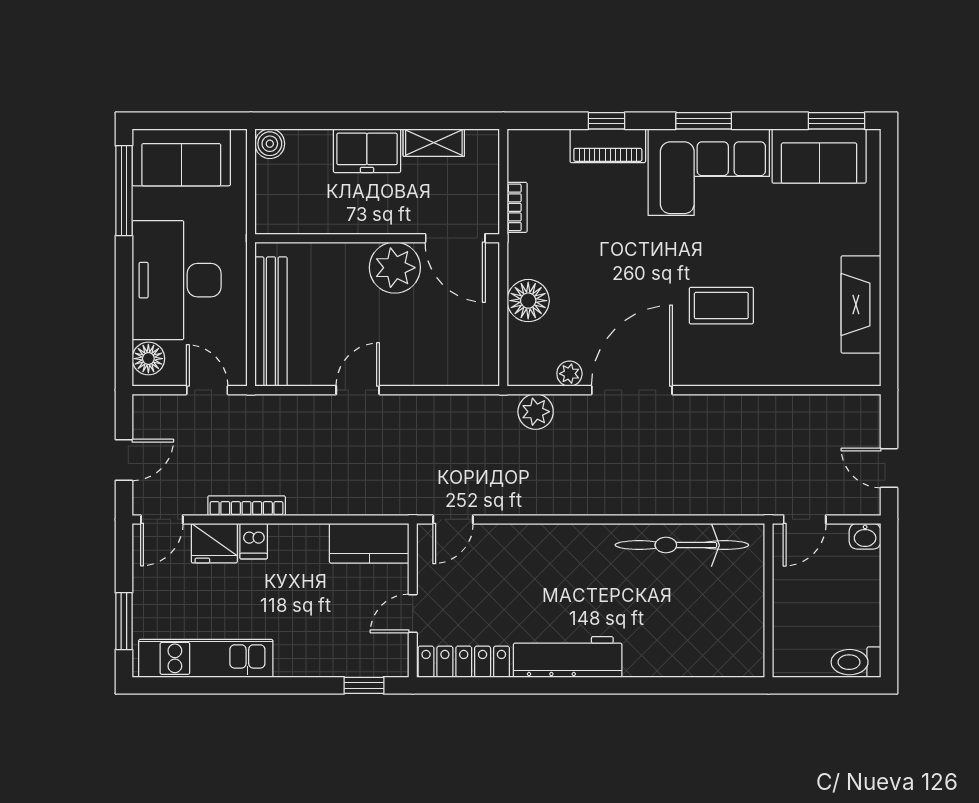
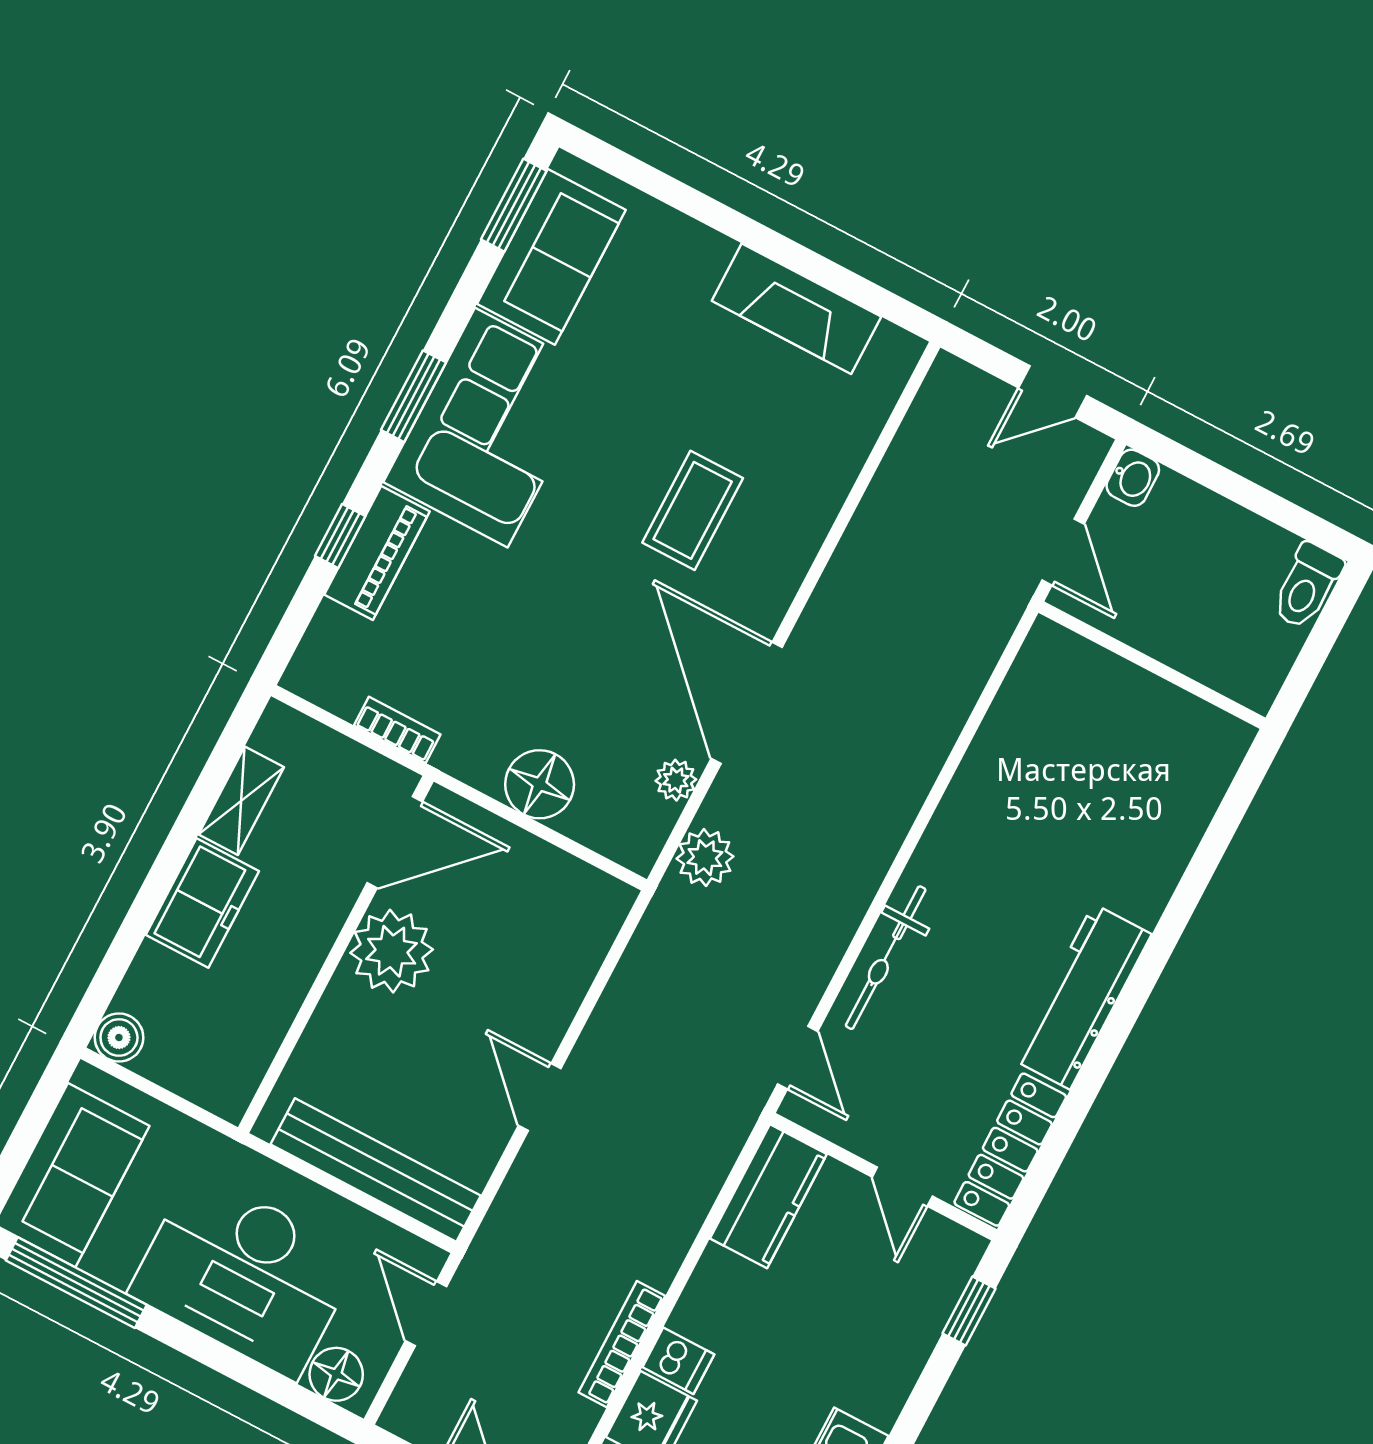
door: (207, 390) -> (426, 1314), hinge flipped
bicycle: (682, 545) -> (886, 958), moved, width x0.73, depth x0.71

